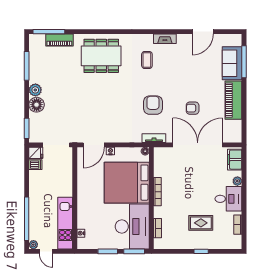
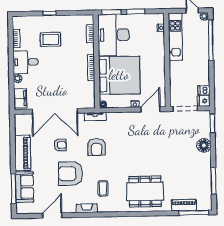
armchair: (182, 77) -> (70, 174), added
plant: (35, 90) -> (205, 159), removed

